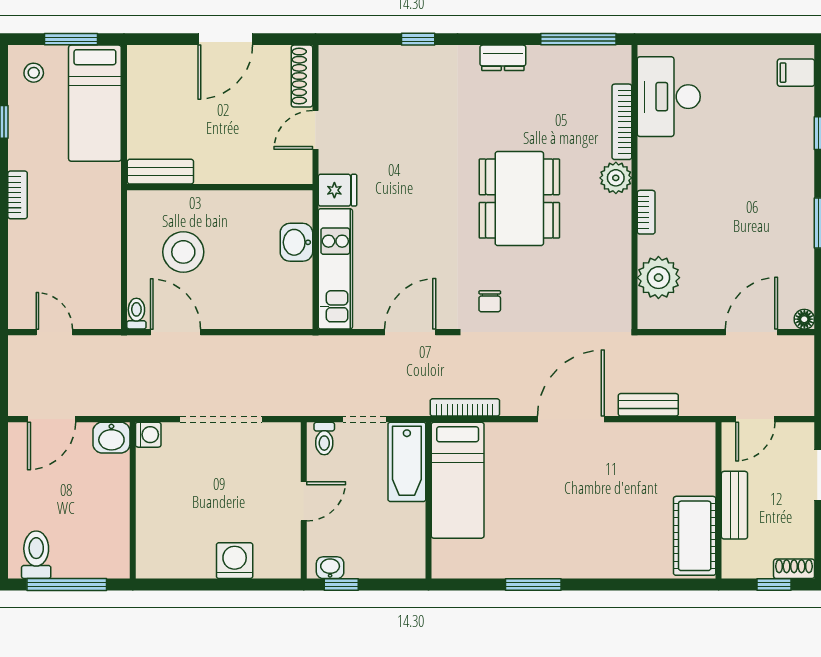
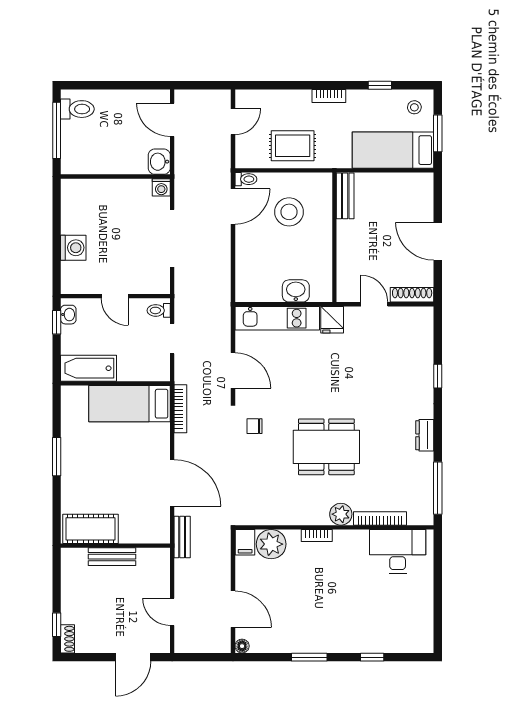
filing cabinet: (796, 73) -> (245, 542), moved, turned 180
rug: (89, 247) -> (293, 146), added
bathtub: (407, 462) -> (88, 368), moved
wall: (719, 500) -> (115, 546), moved
bench: (734, 505) -> (112, 557), moved
cot: (695, 536) -> (91, 529), moved

